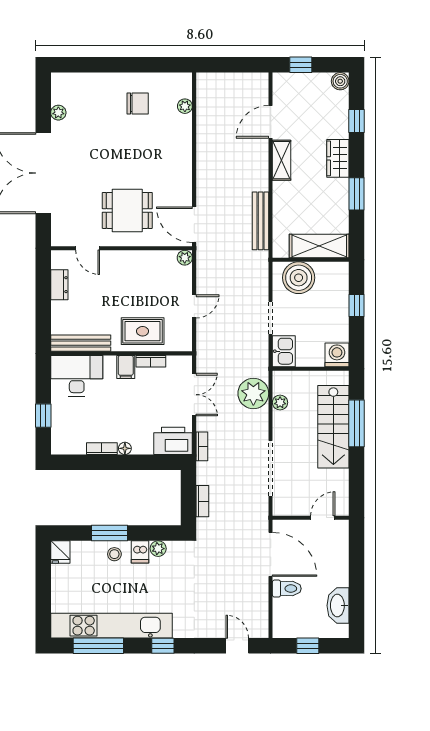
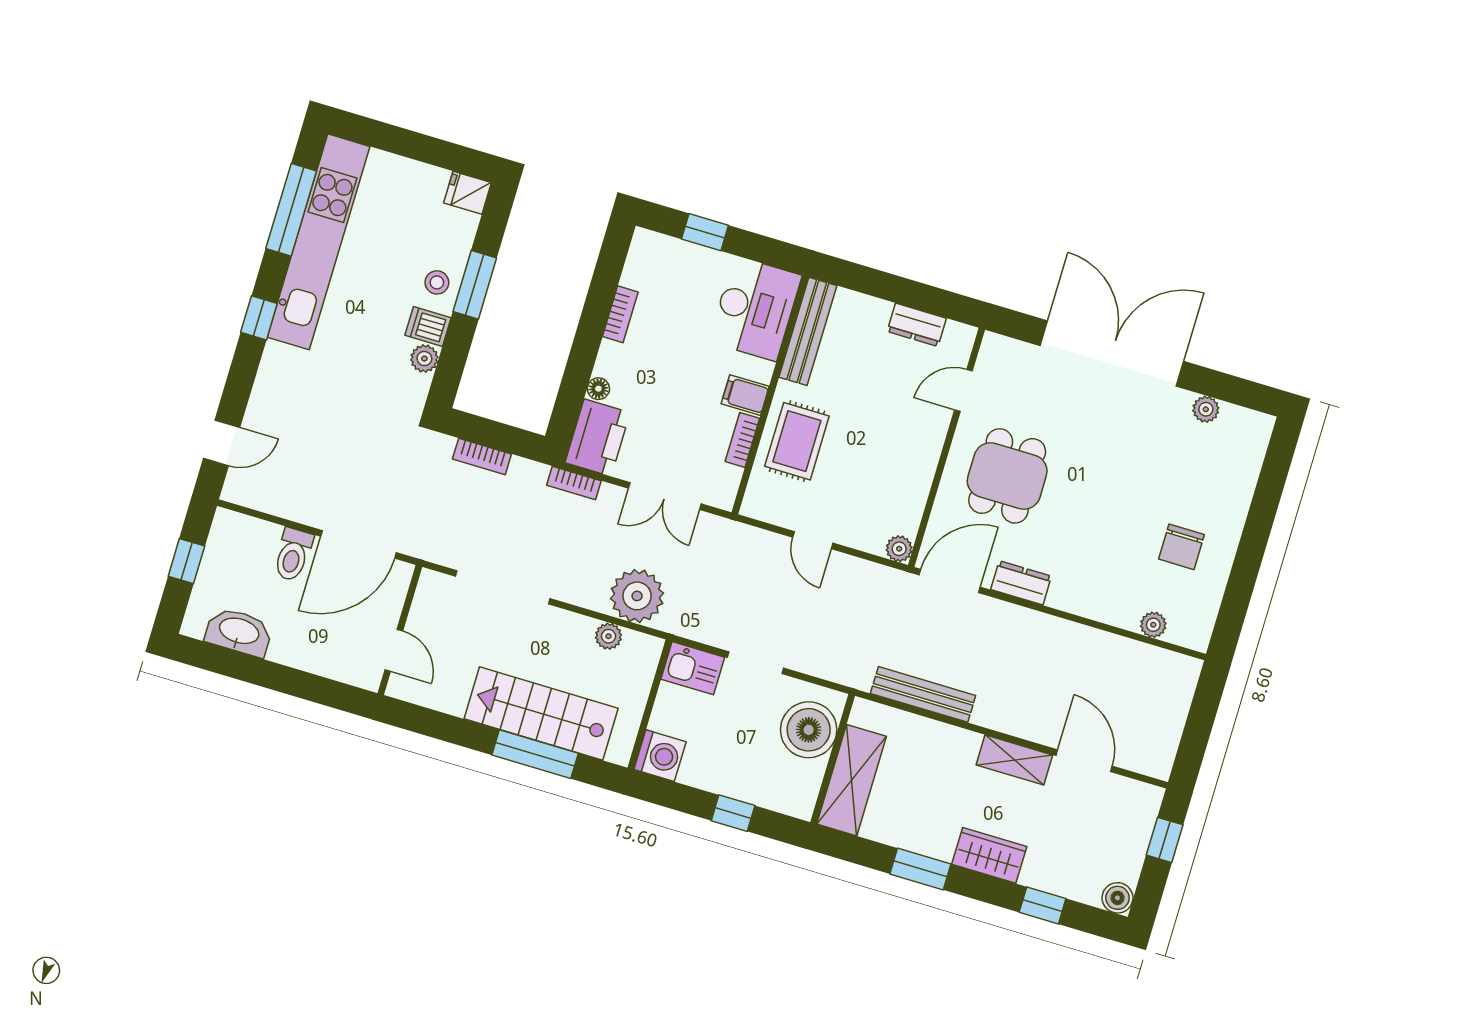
dresser: (183, 185) -> (1021, 583), added
floor lamp: (125, 448) -> (598, 389), moved

